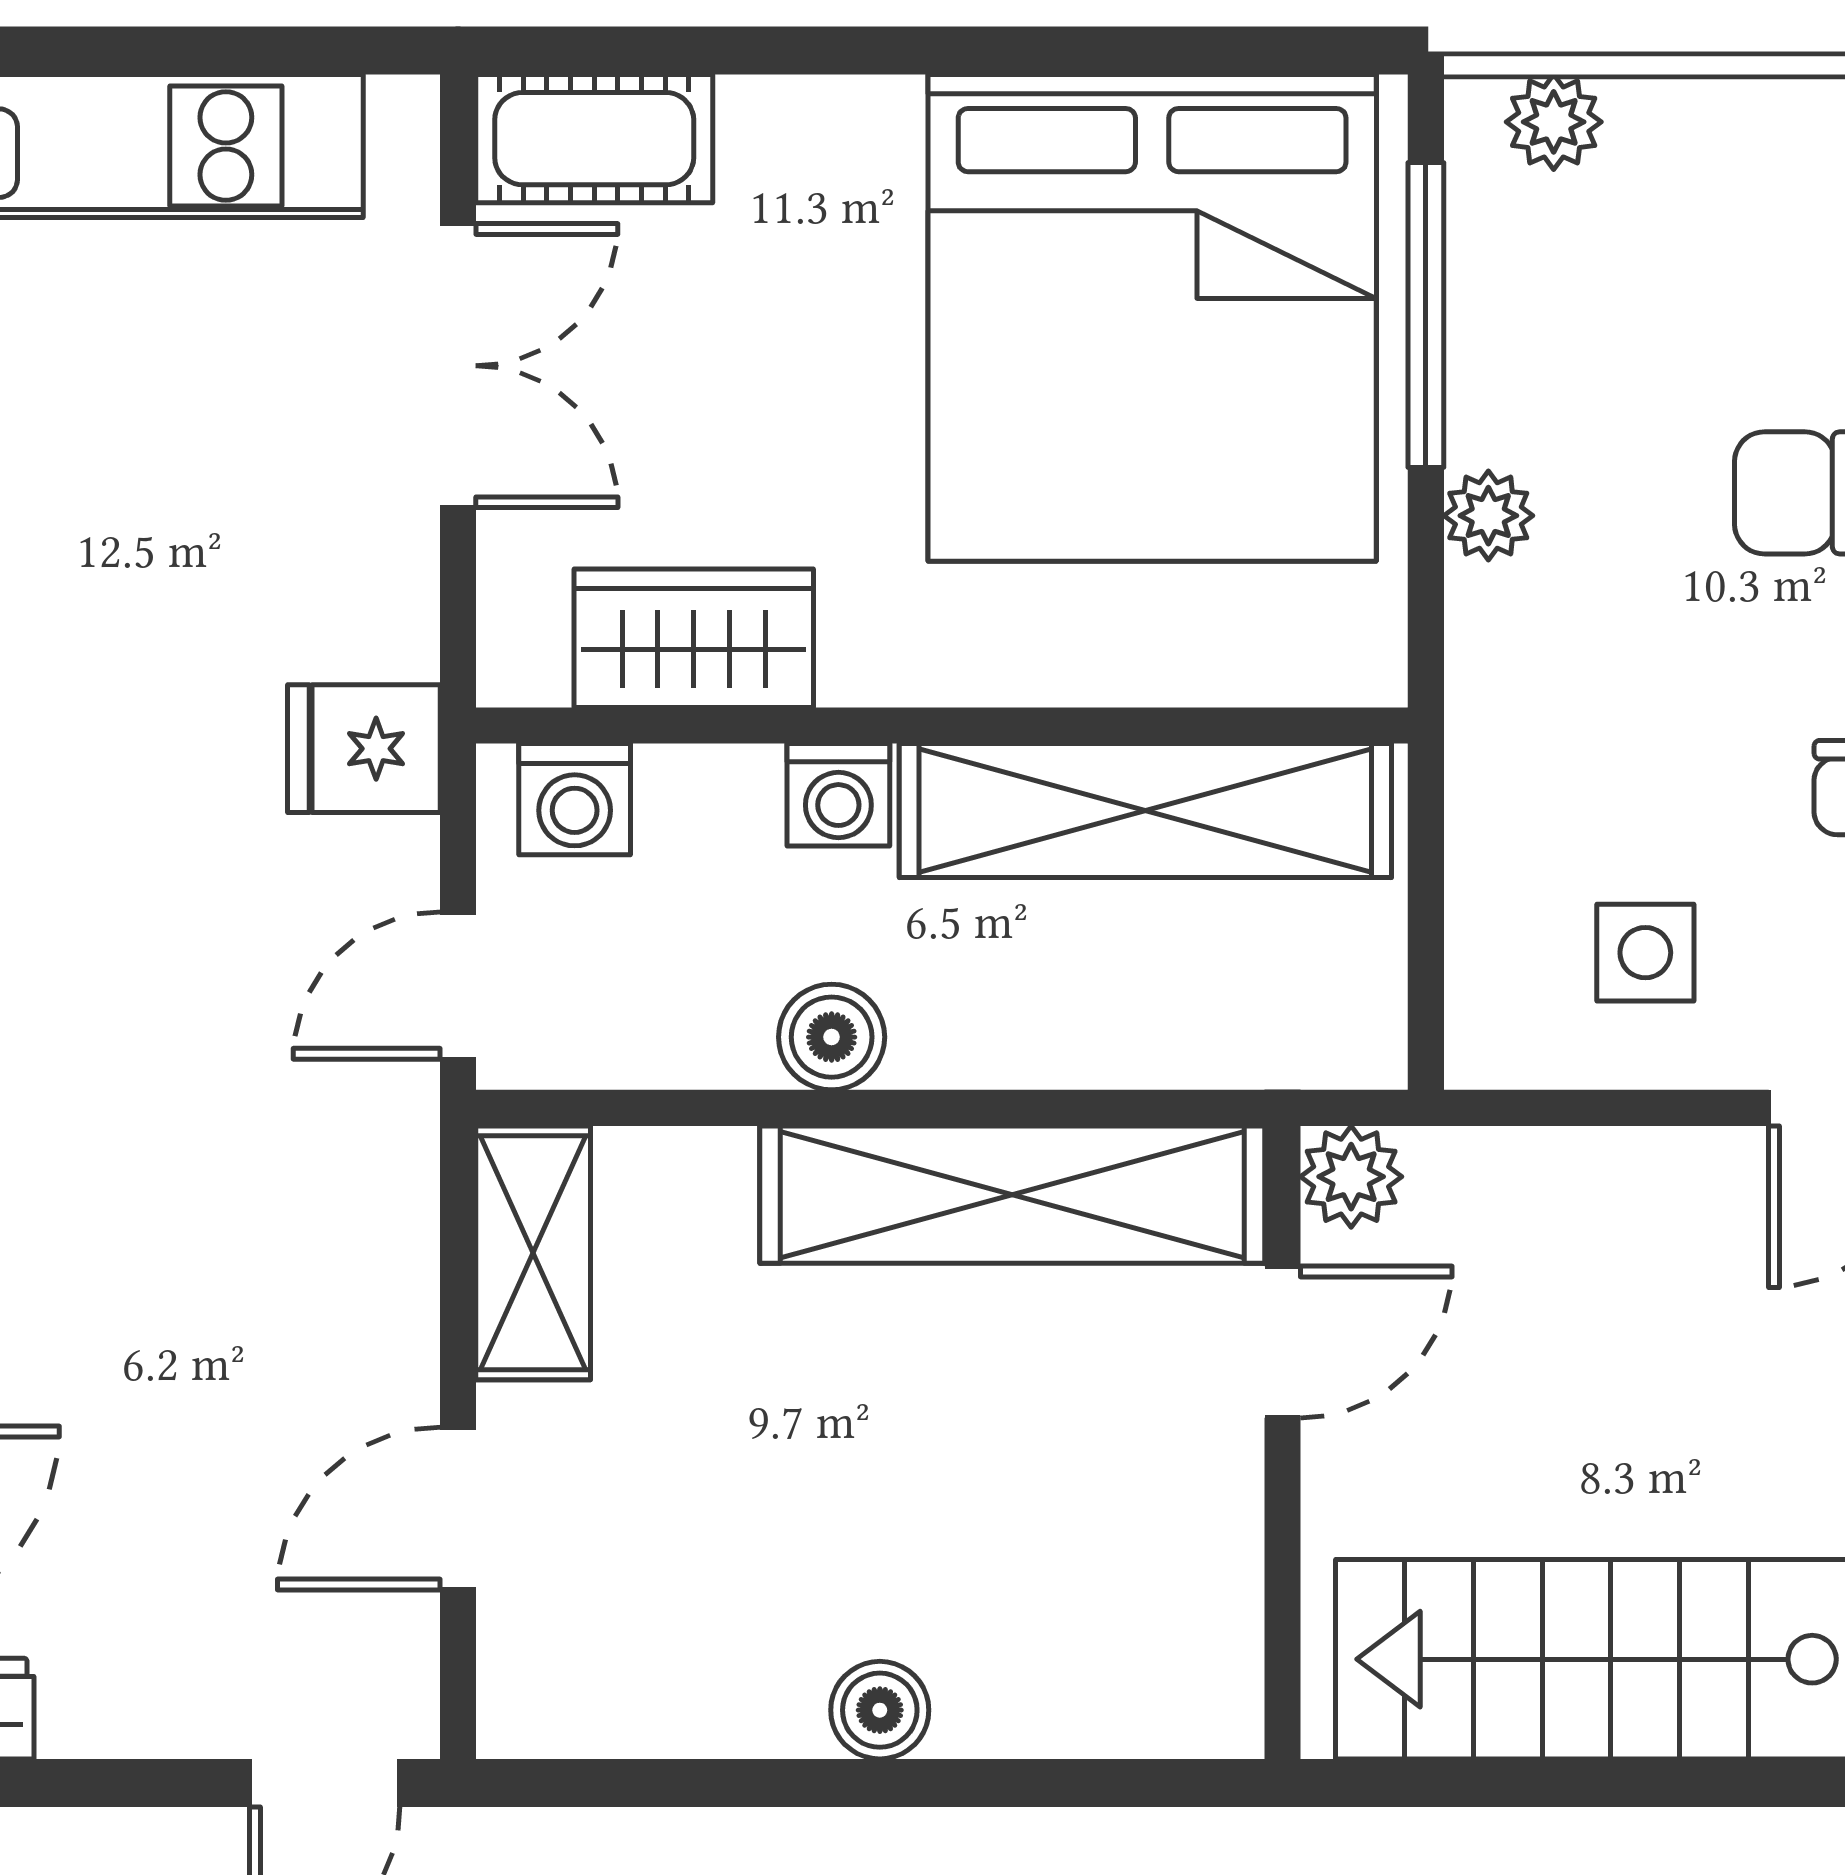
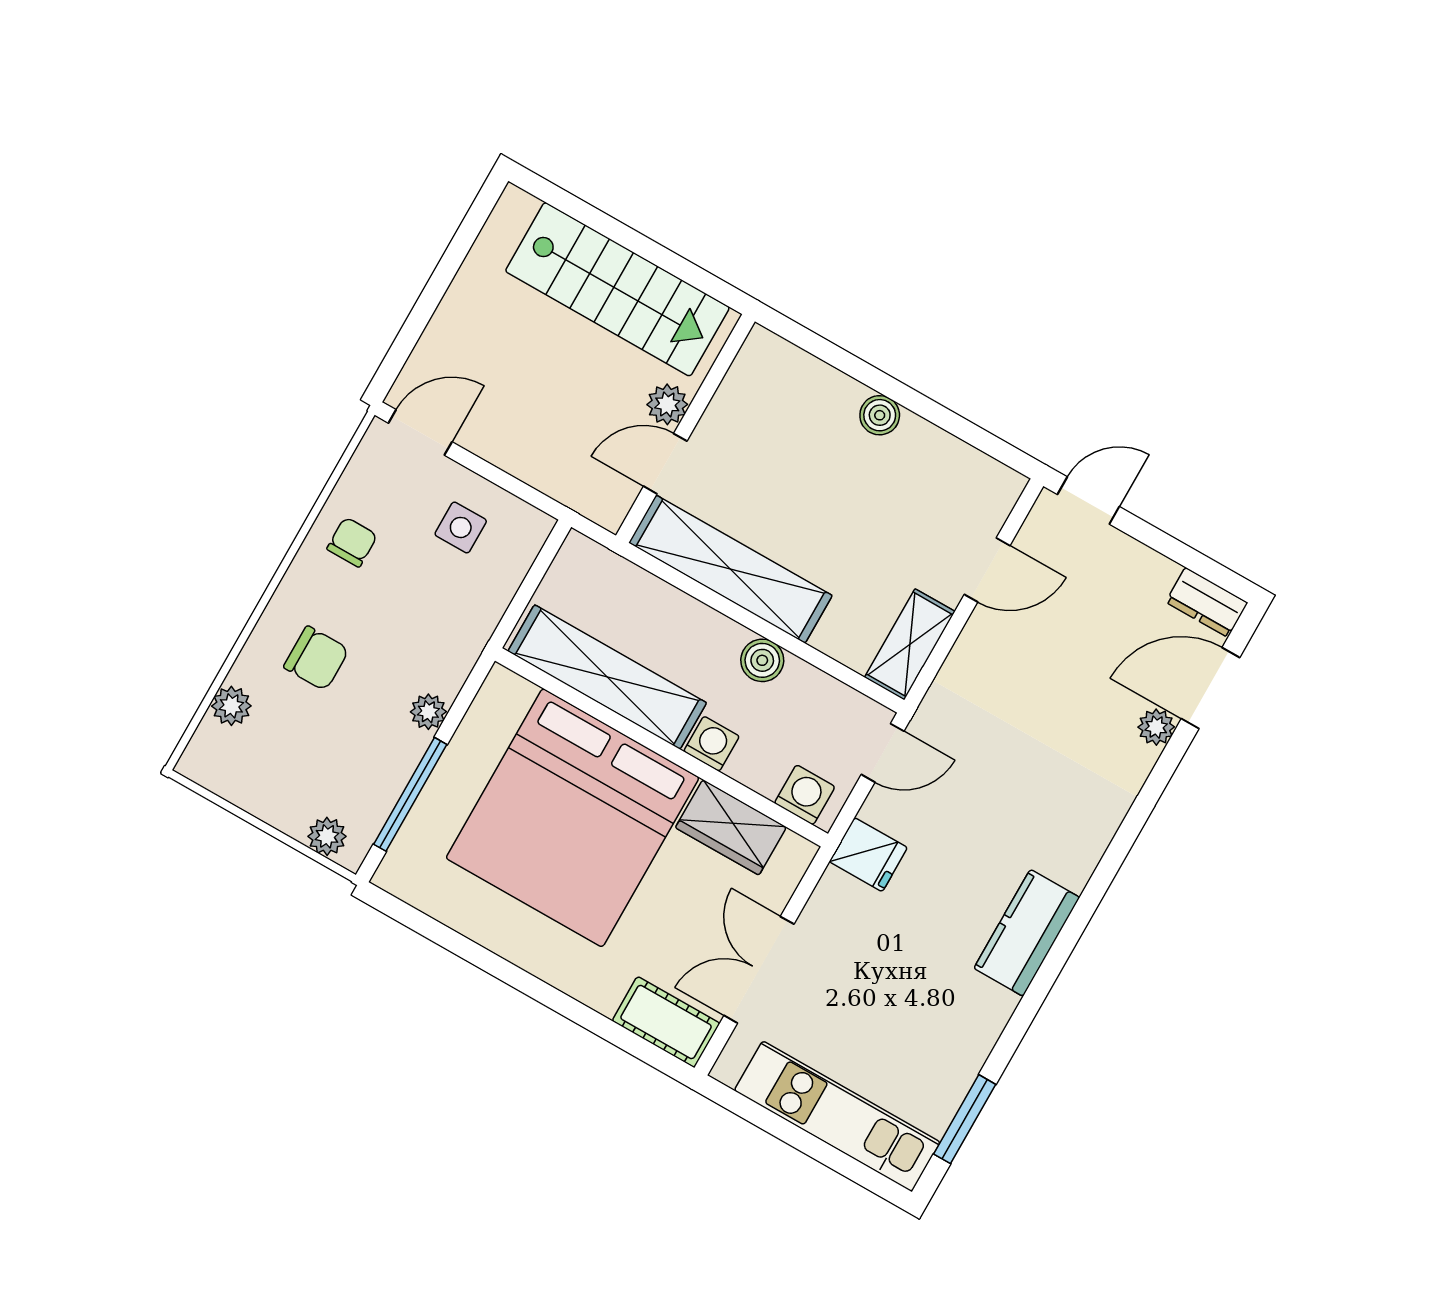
bed: (1152, 318) -> (573, 818), moved, turned 180
plant: (1351, 1177) -> (667, 404), moved

